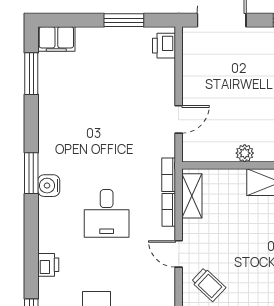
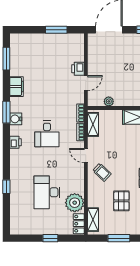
filing cabinet: (56, 39) -> (17, 87), moved, turned -90
printer: (164, 46) -> (78, 69), moved
plant: (245, 153) -> (109, 101), moved
printer: (48, 265) -> (16, 142), moved

